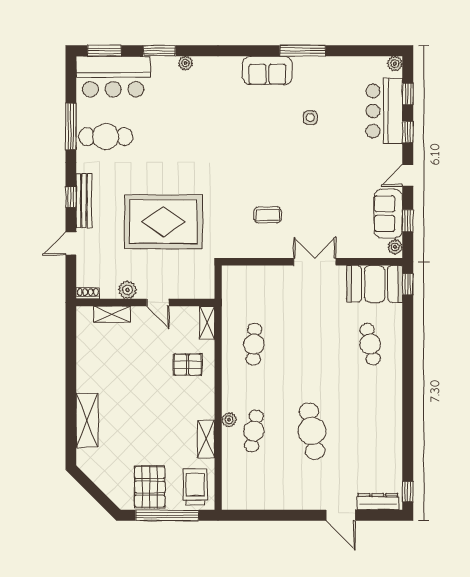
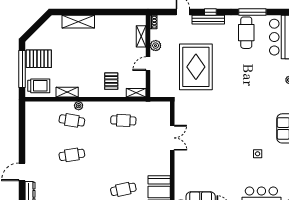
coffee table: (268, 215) -> (200, 129), removed
double door: (315, 262) -> (172, 138), moved
cafe table: (312, 431) -> (72, 155), width x0.73, depth x0.74

